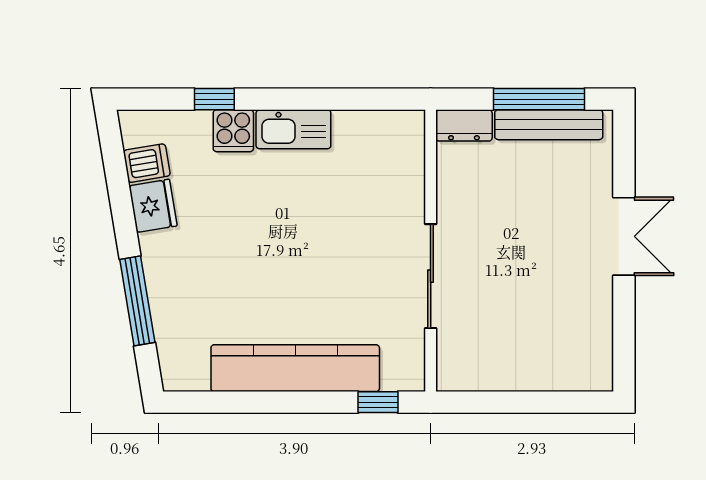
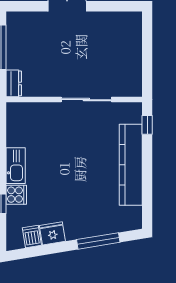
bench: (549, 125) -> (13, 42), removed

